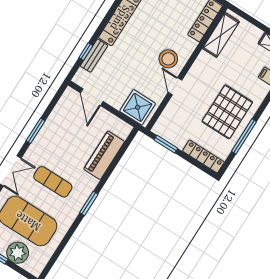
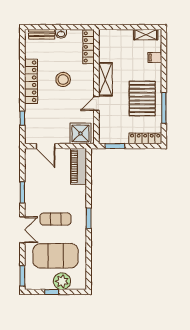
shelving: (221, 35) -> (105, 79), moved
bench: (94, 56) -> (30, 117), removed
stool: (168, 59) -> (63, 80), moved
door: (175, 86) -> (96, 104), hinge flipped
piano: (104, 155) -> (79, 166), moved

